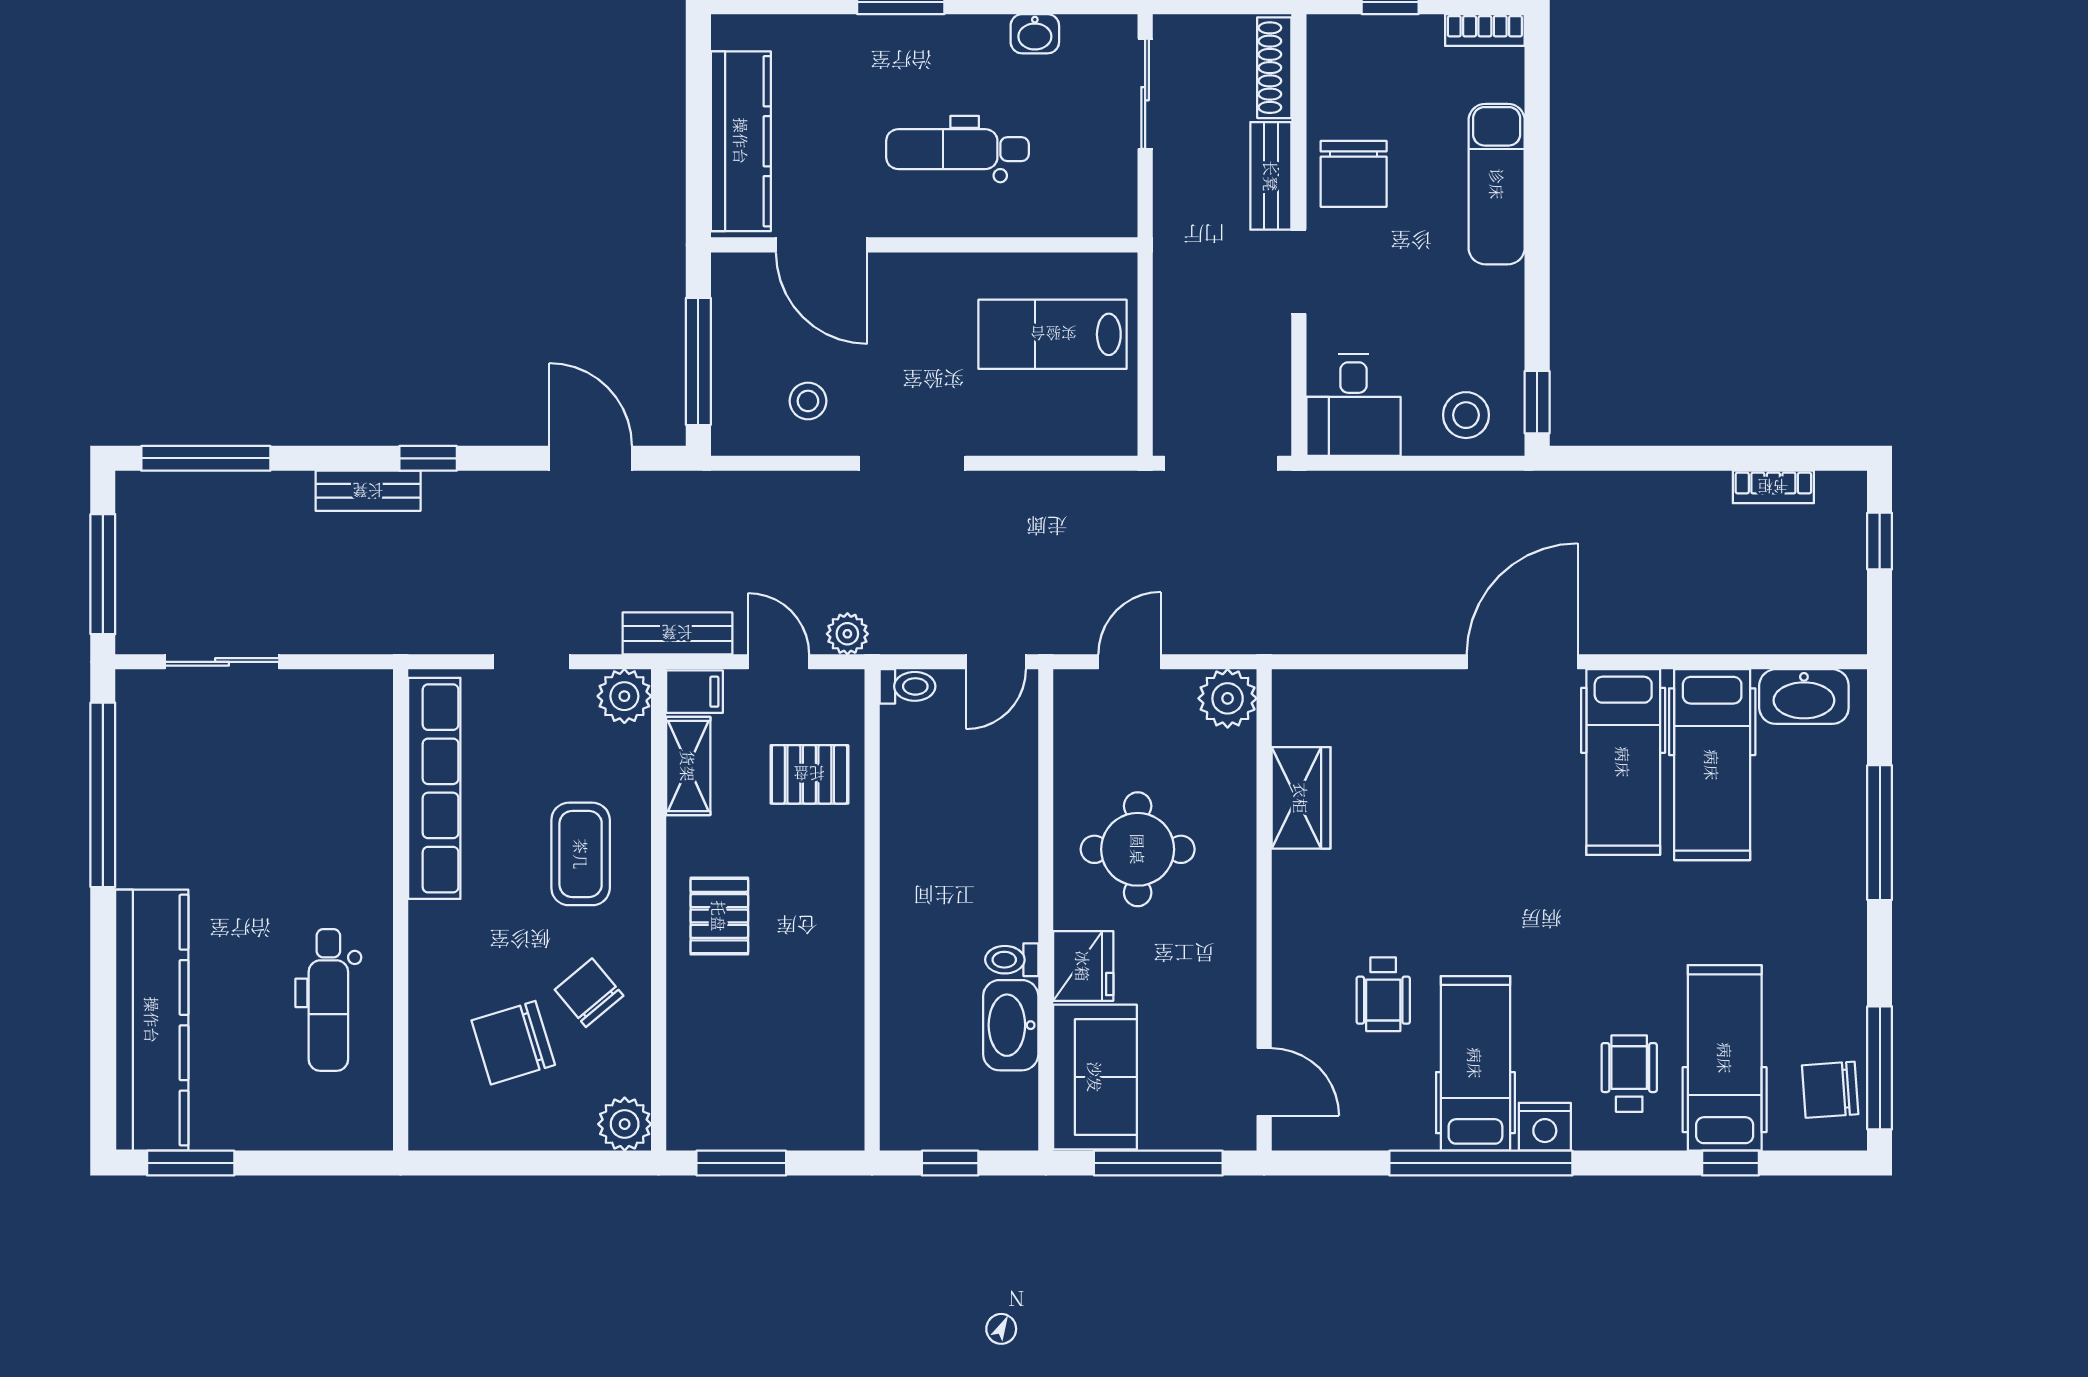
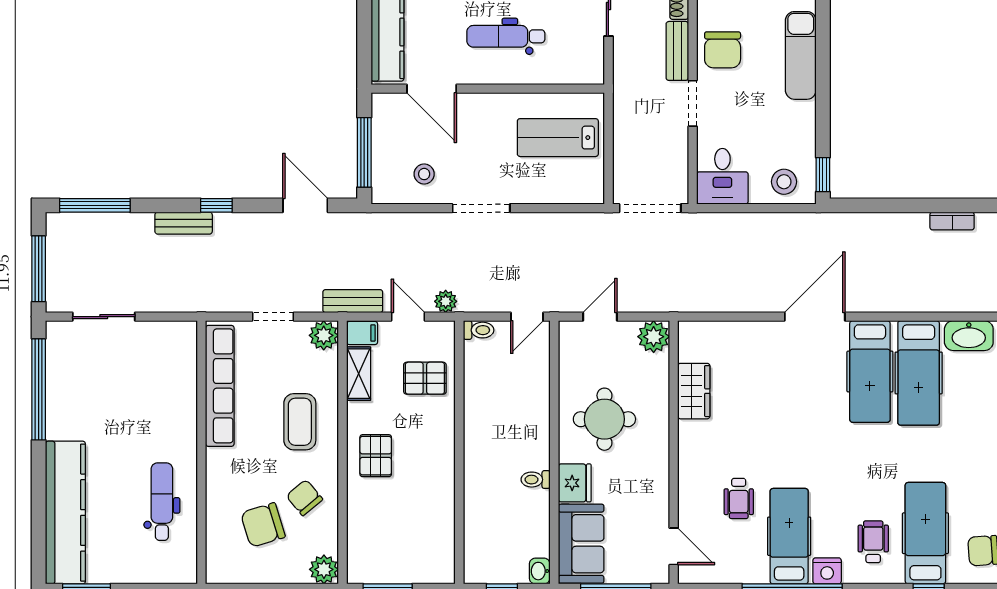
dental chair: (328, 1000) -> (162, 502), turned 180
washbasin: (1011, 1025) -> (540, 571), moved, width x0.52, depth x0.69

